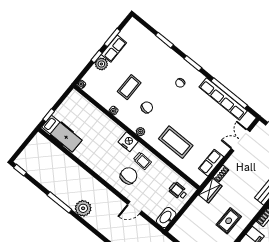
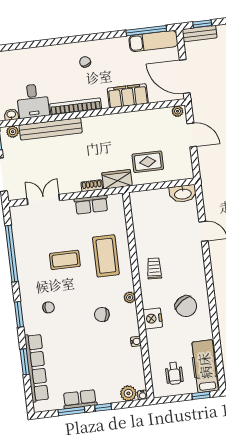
plant: (101, 64) -> (128, 393), moved
coffee table: (129, 87) -> (65, 260), moved
row of seats: (223, 99) -> (36, 368), moved
double door: (240, 140) -> (43, 200), swing flipped
nightstand: (128, 142) -> (153, 318), moved
chair: (129, 176) -> (186, 306), moved, turned -124
wheelchair: (178, 191) -> (174, 373), moved
rug: (229, 221) -> (148, 162), moved

